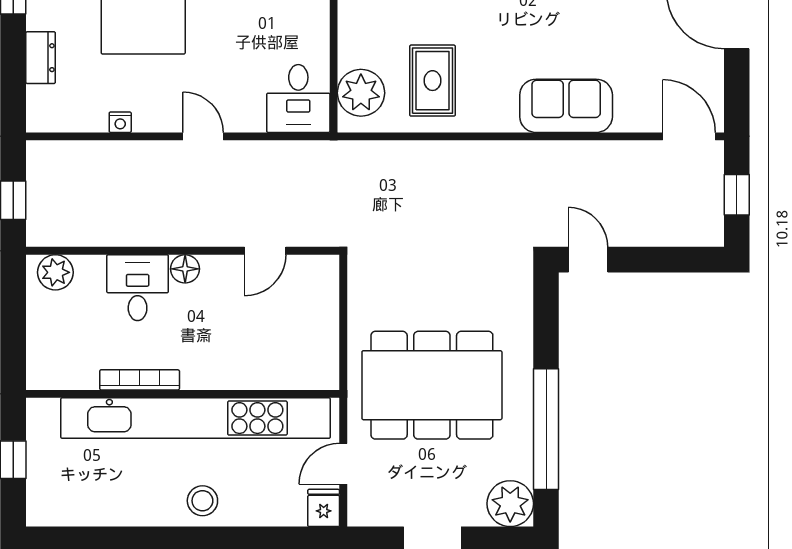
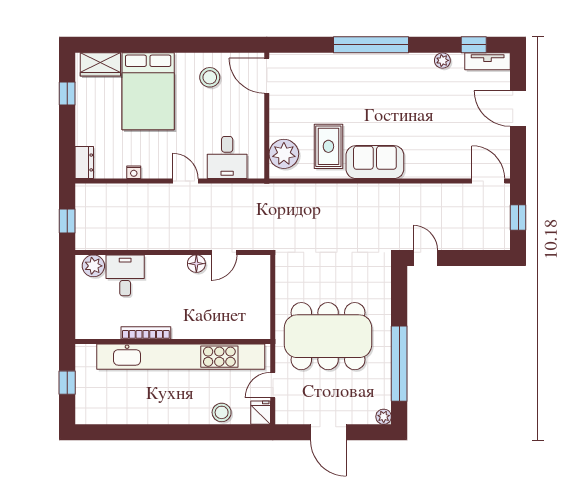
dresser: (41, 58) -> (84, 162), moved
desk: (298, 99) -> (227, 157), moved
sofa: (566, 106) -> (375, 162), moved
floor lamp: (185, 269) -> (196, 264), moved
desk: (138, 288) -> (125, 275), moved
stool: (202, 501) -> (222, 412), moved
plant: (510, 504) -> (384, 417), width x0.53, depth x0.53

